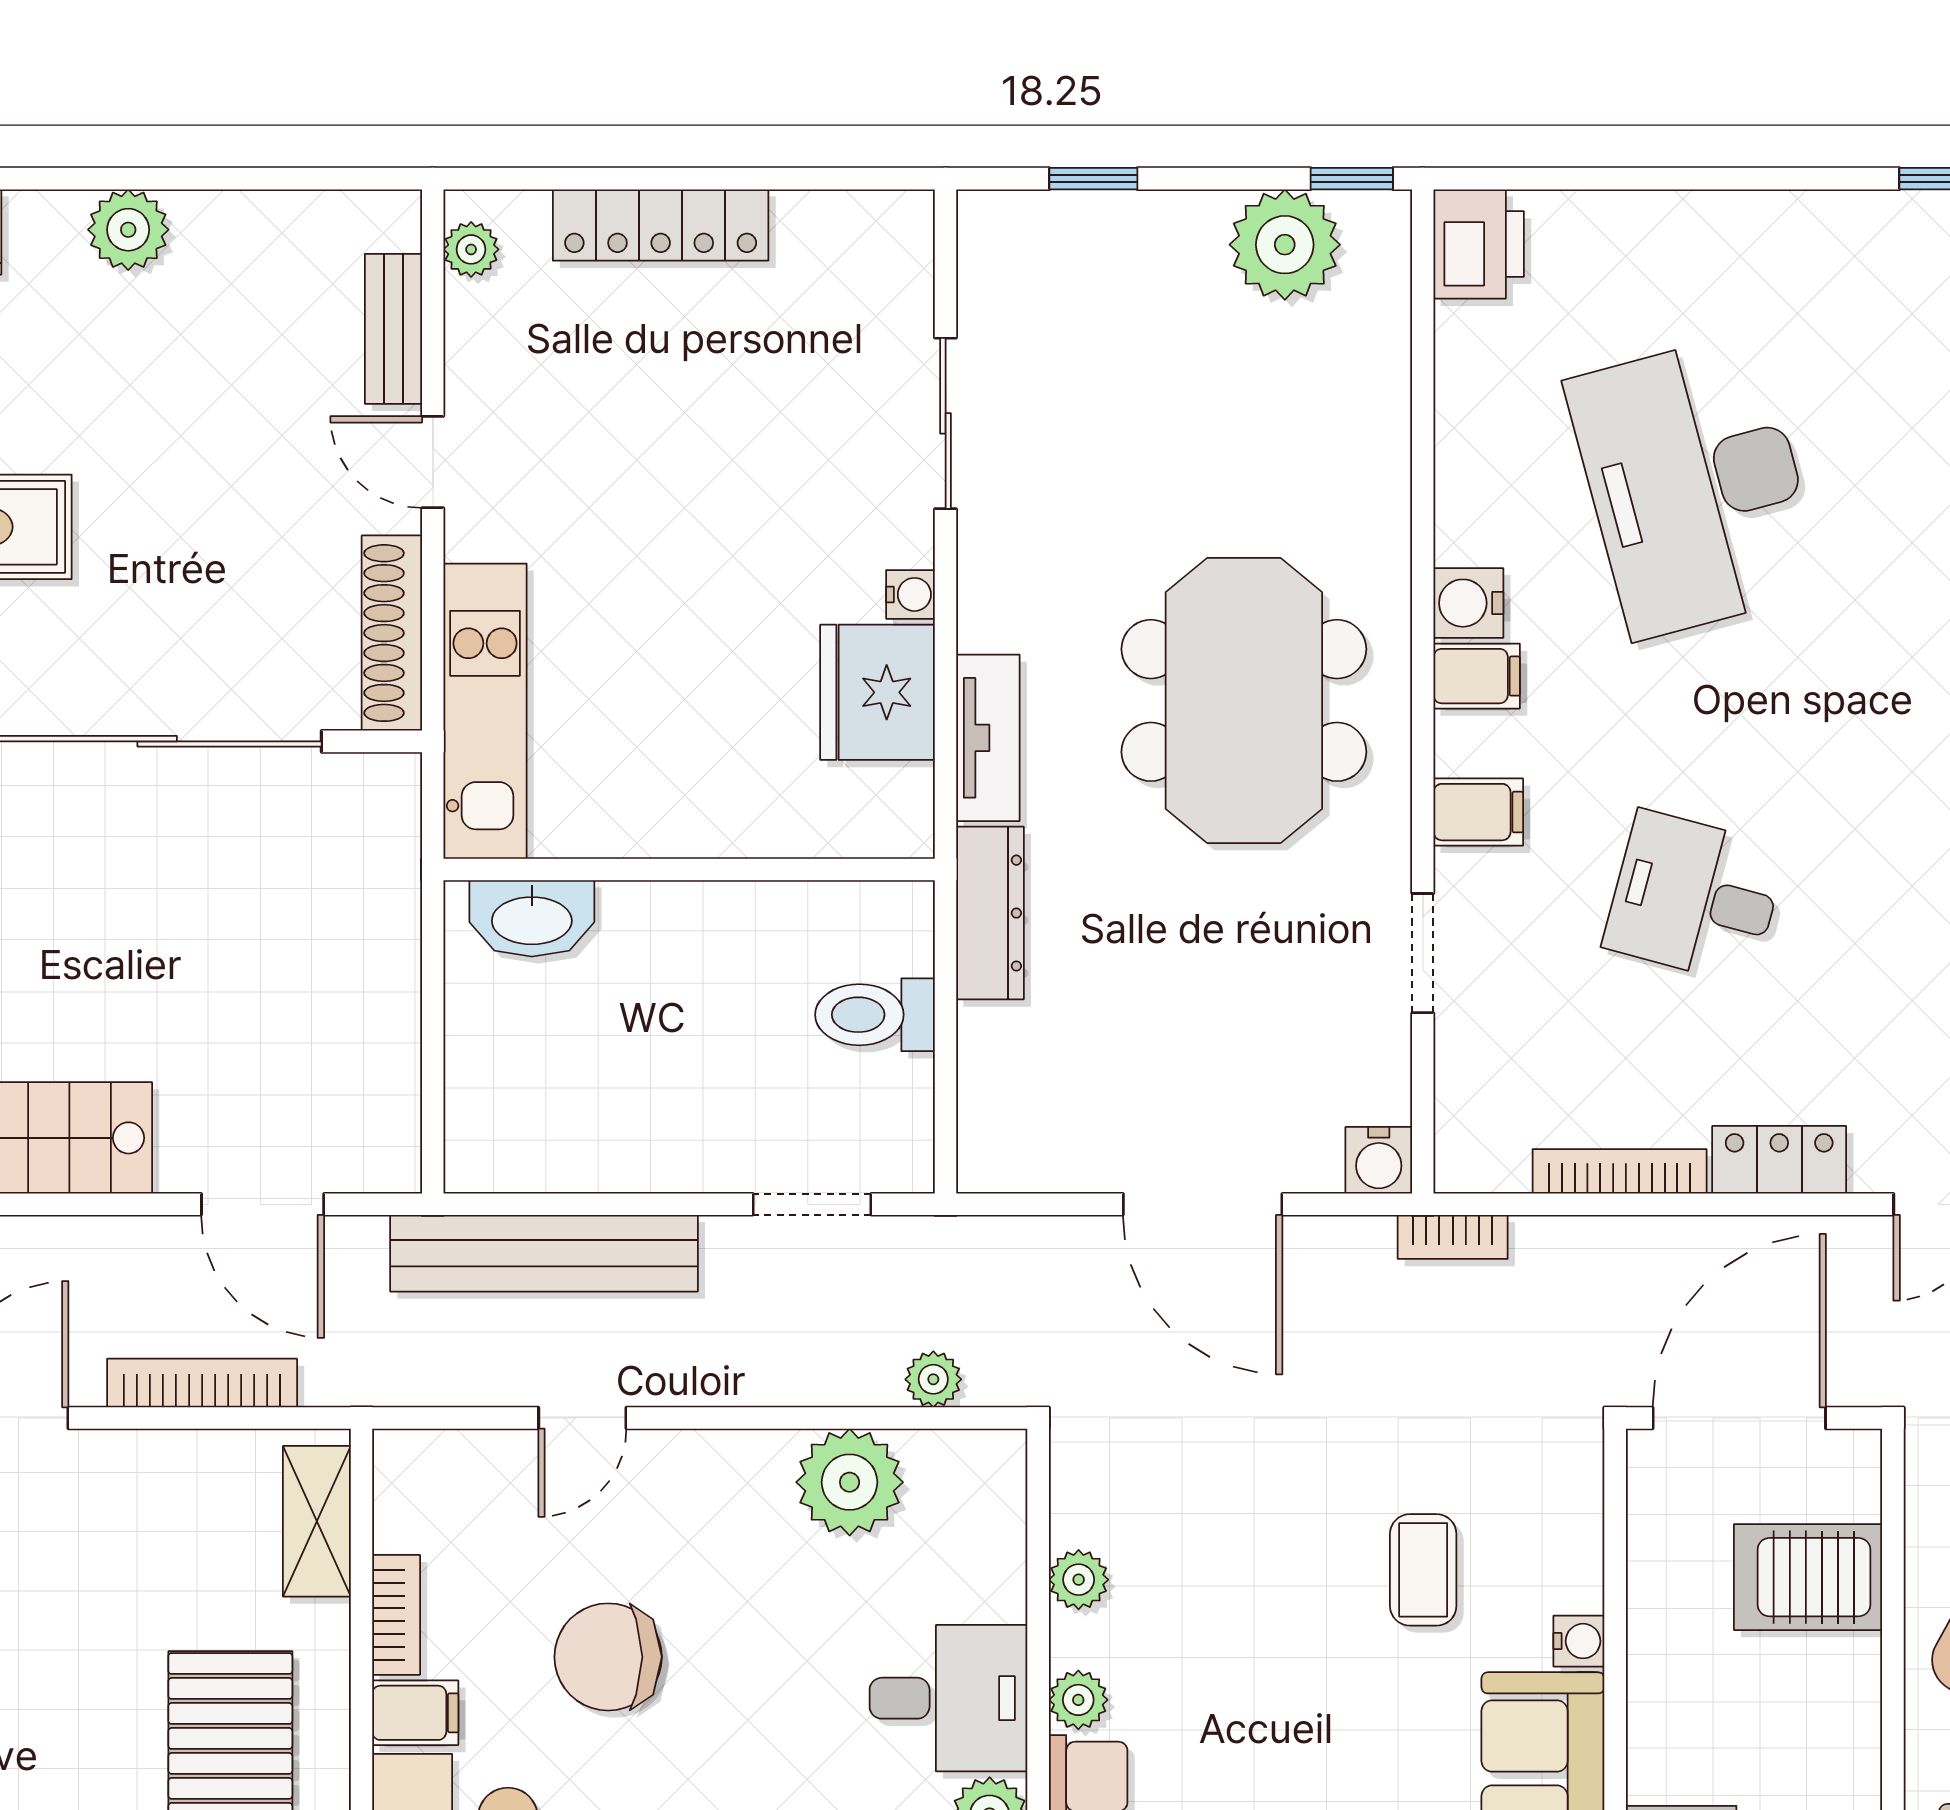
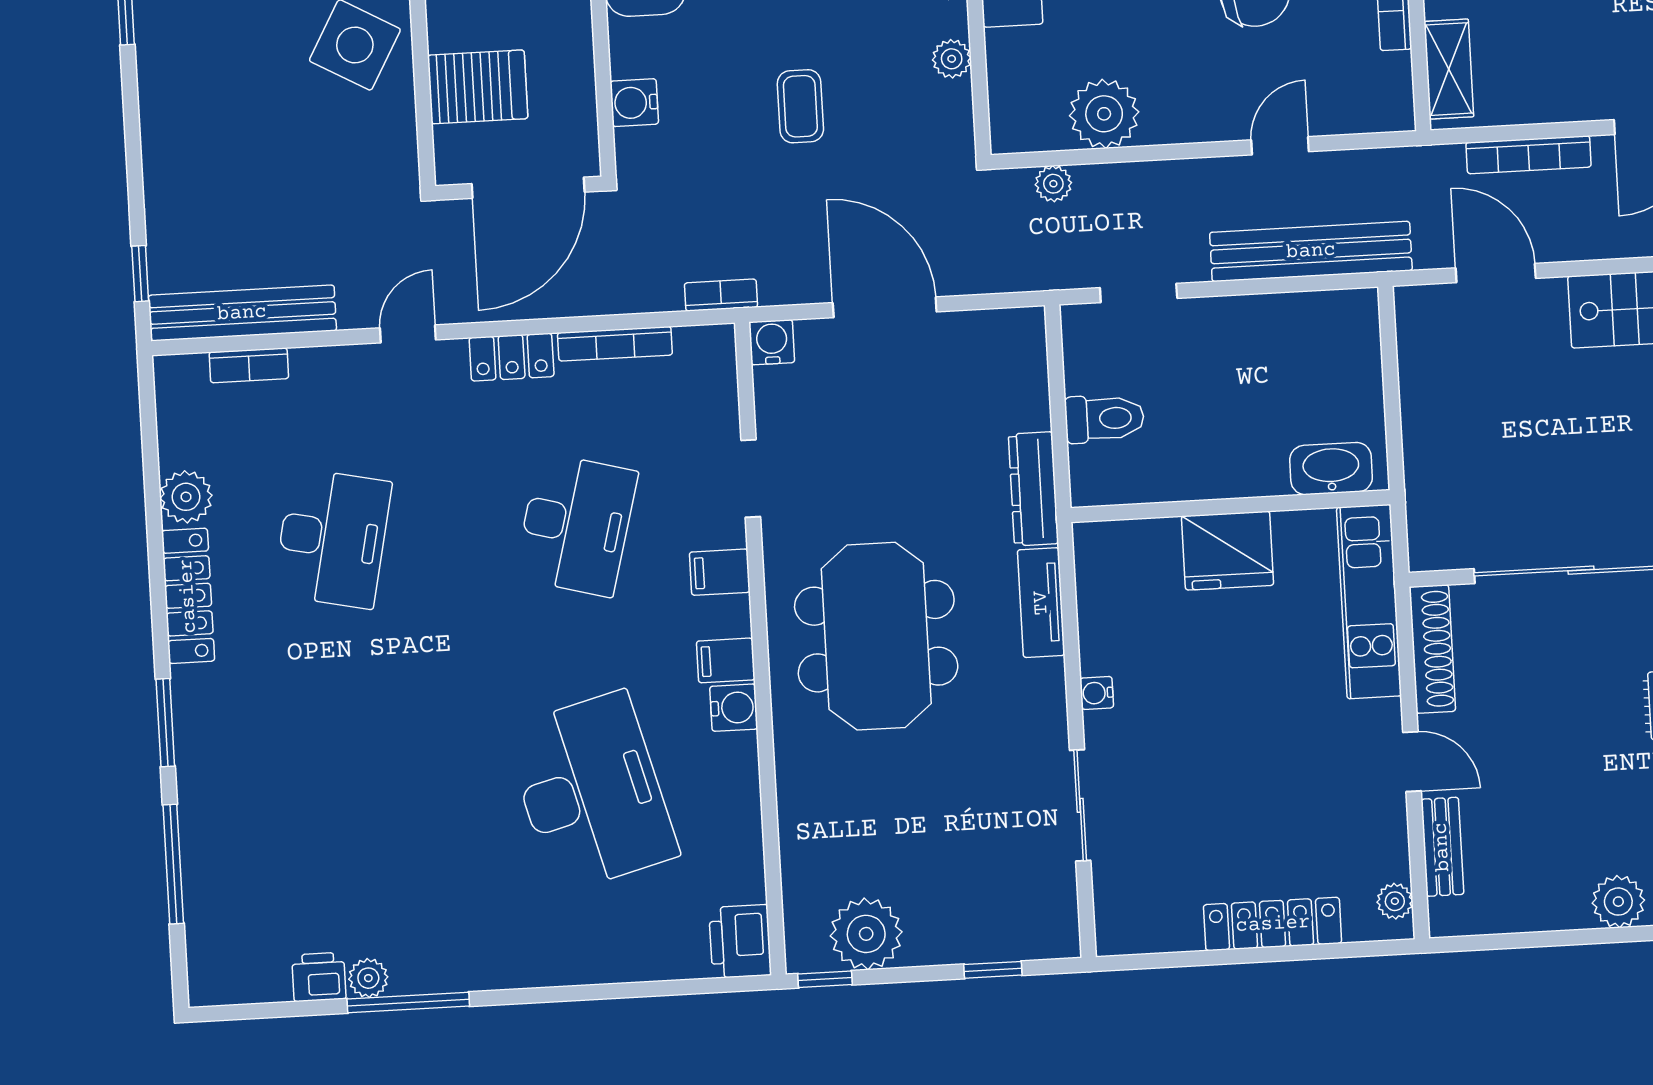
fridge: (878, 692) -> (1228, 551), moved, turned 90
desk: (1695, 897) -> (576, 525), width x1.37
coffee table: (1423, 1570) -> (800, 106), moved
water cooler: (1579, 1641) -> (634, 103), moved, width x1.38, depth x1.38

